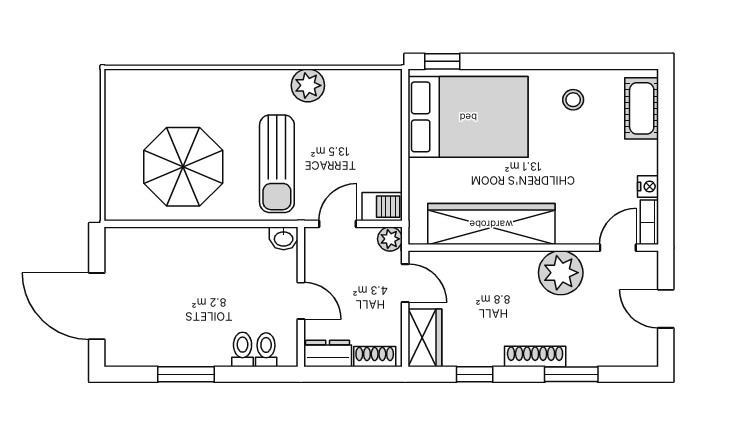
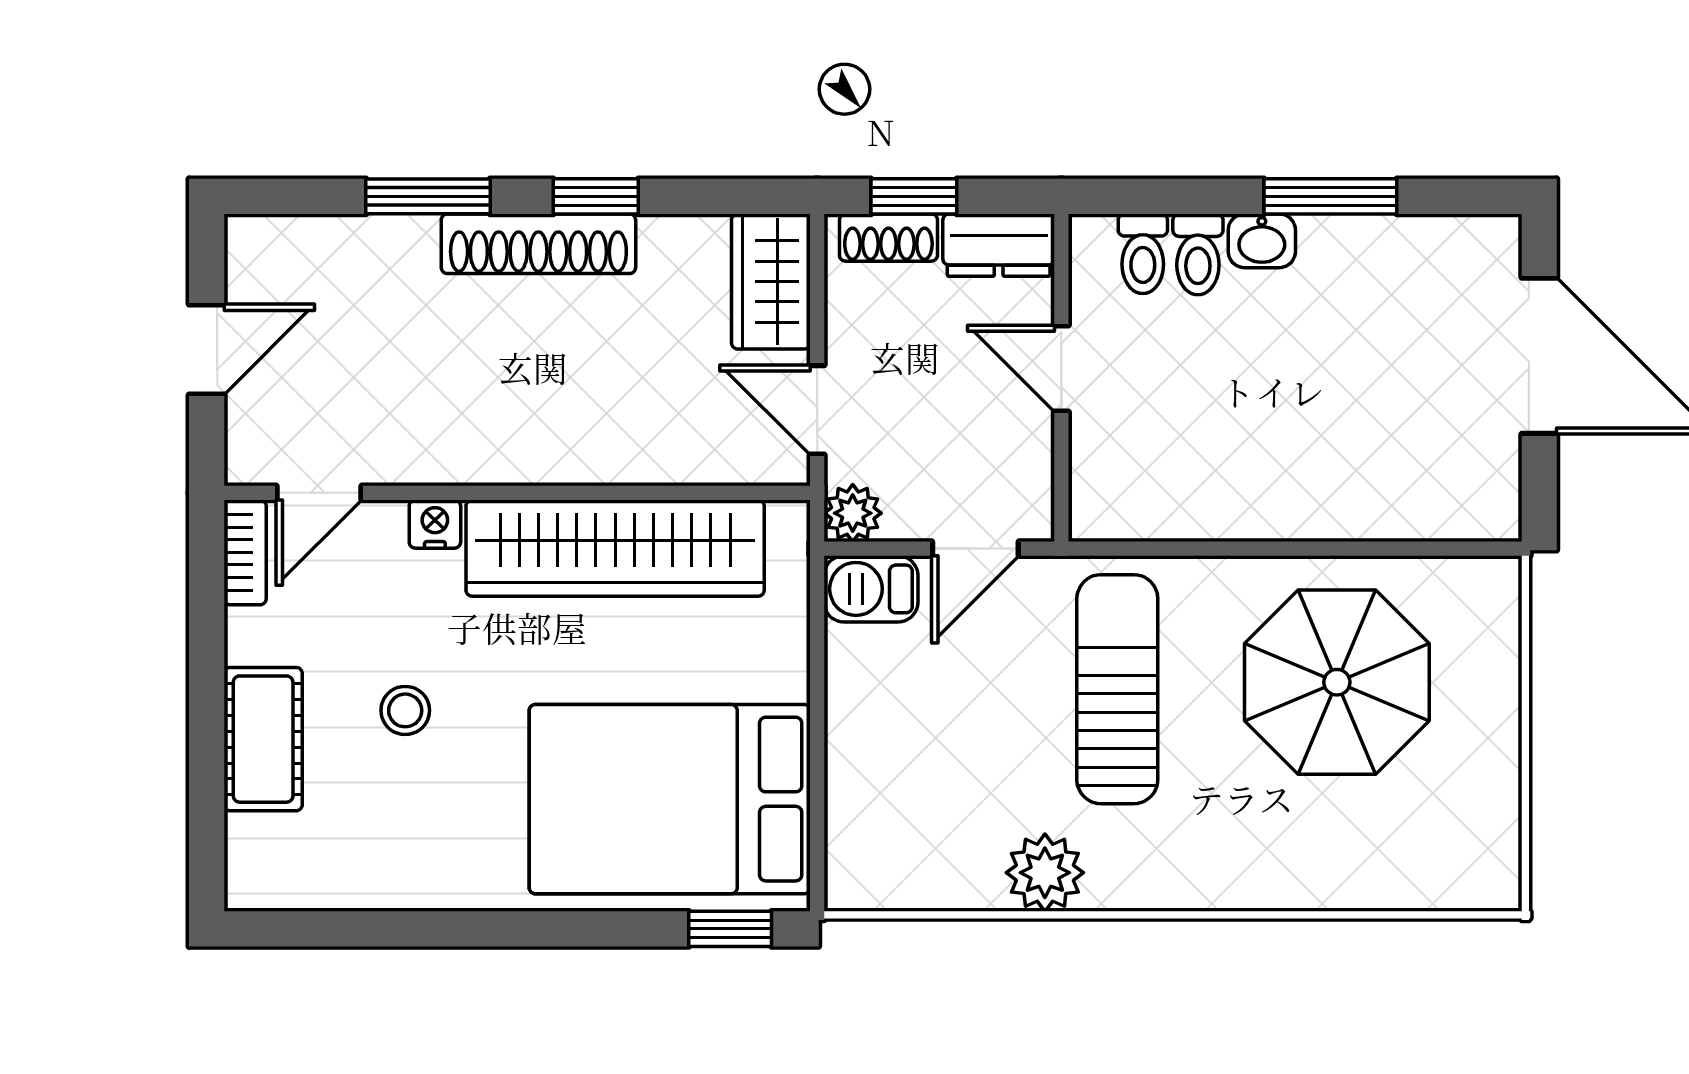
stool: (573, 100) -> (405, 710), moved
cot: (642, 108) -> (263, 739), moved
nightstand: (648, 186) -> (435, 524), moved, turned 90
washbasin: (284, 238) -> (1262, 241), moved, turned 180
plant: (561, 273) -> (453, 434), removed
door: (666, 309) -> (207, 349), hinge flipped
shoe rack: (535, 356) -> (538, 244), width x1.36, depth x1.24
window: (364, 374) -> (914, 196), added
window: (475, 374) -> (596, 196), moved

